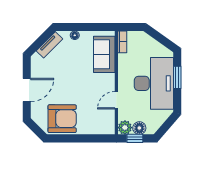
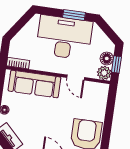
sofa: (104, 54) -> (34, 84), width x1.36
window: (177, 77) -> (74, 15), moved

